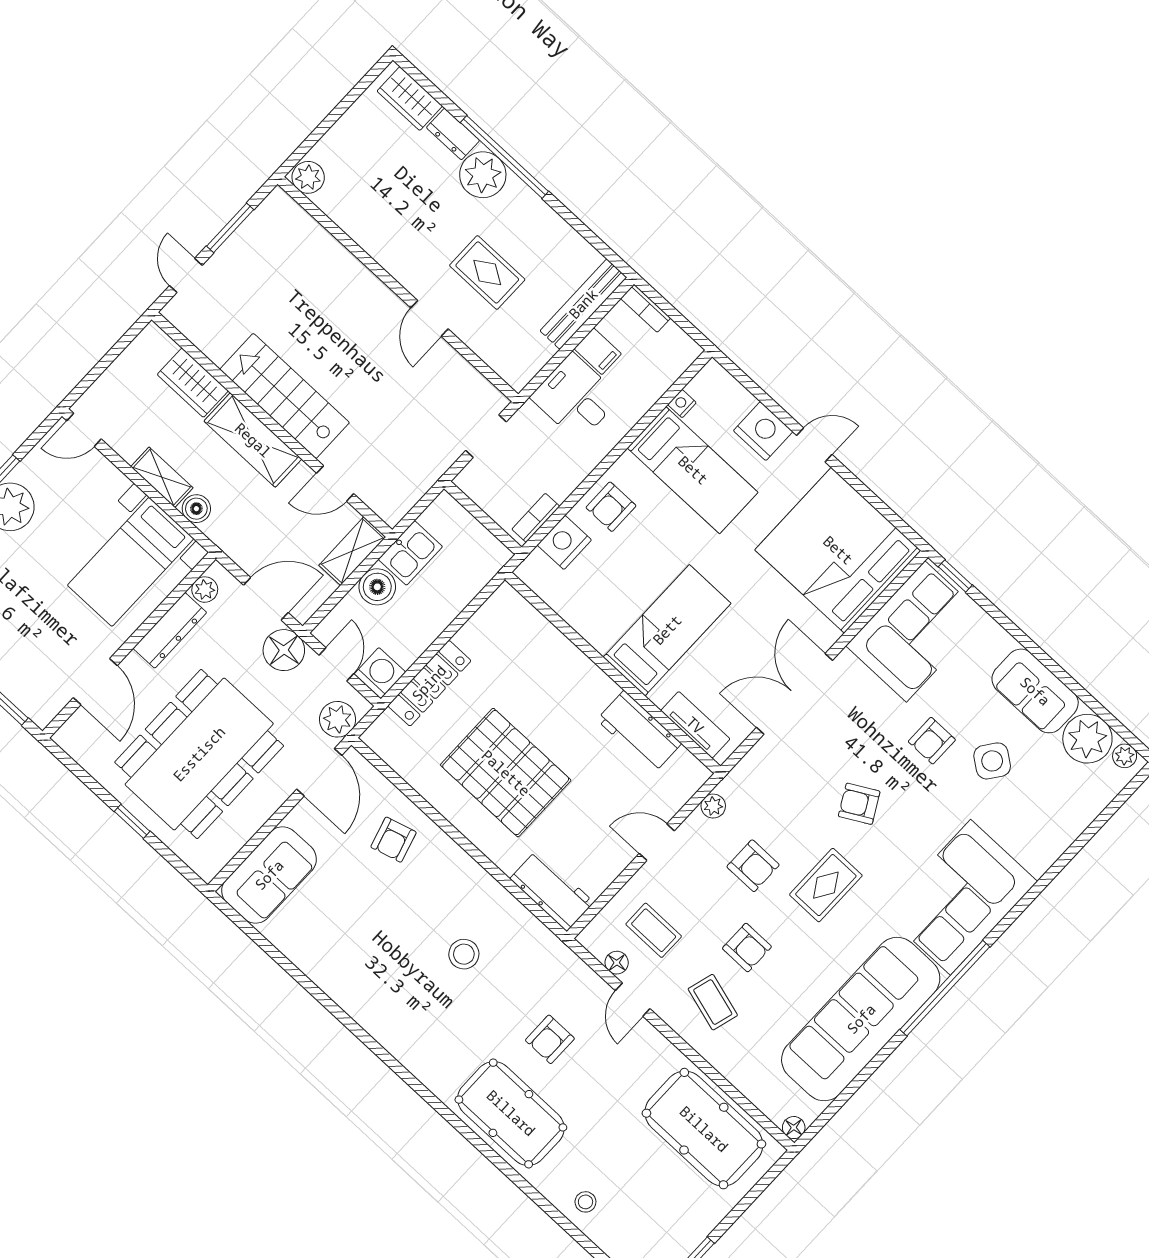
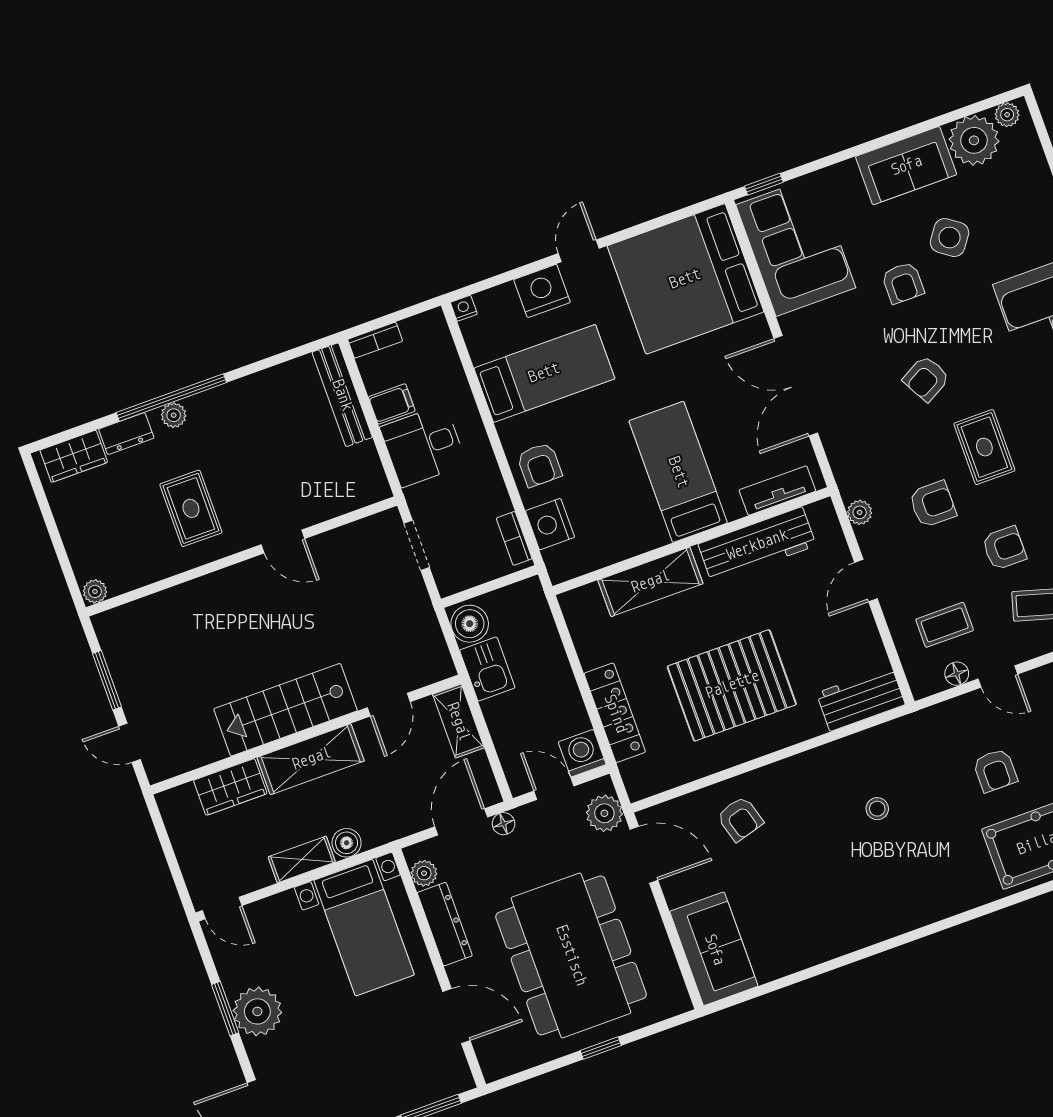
plant: (483, 175) -> (174, 415), width x0.53, depth x0.53
plant: (308, 177) -> (95, 591), width x0.73, depth x0.73
rug: (487, 272) -> (191, 508), moved, turned 90
nightstand: (682, 404) -> (464, 308), moved, turned 90
door: (84, 430) -> (222, 908), hinge flipped
boiler: (377, 587) -> (470, 624), moved
floor lamp: (284, 650) -> (504, 824), width x0.53, depth x0.53
shelving: (559, 656) -> (650, 582), added
workbench: (639, 732) -> (757, 545), width x1.38
stool: (464, 954) -> (877, 809), width x0.73, depth x0.73

